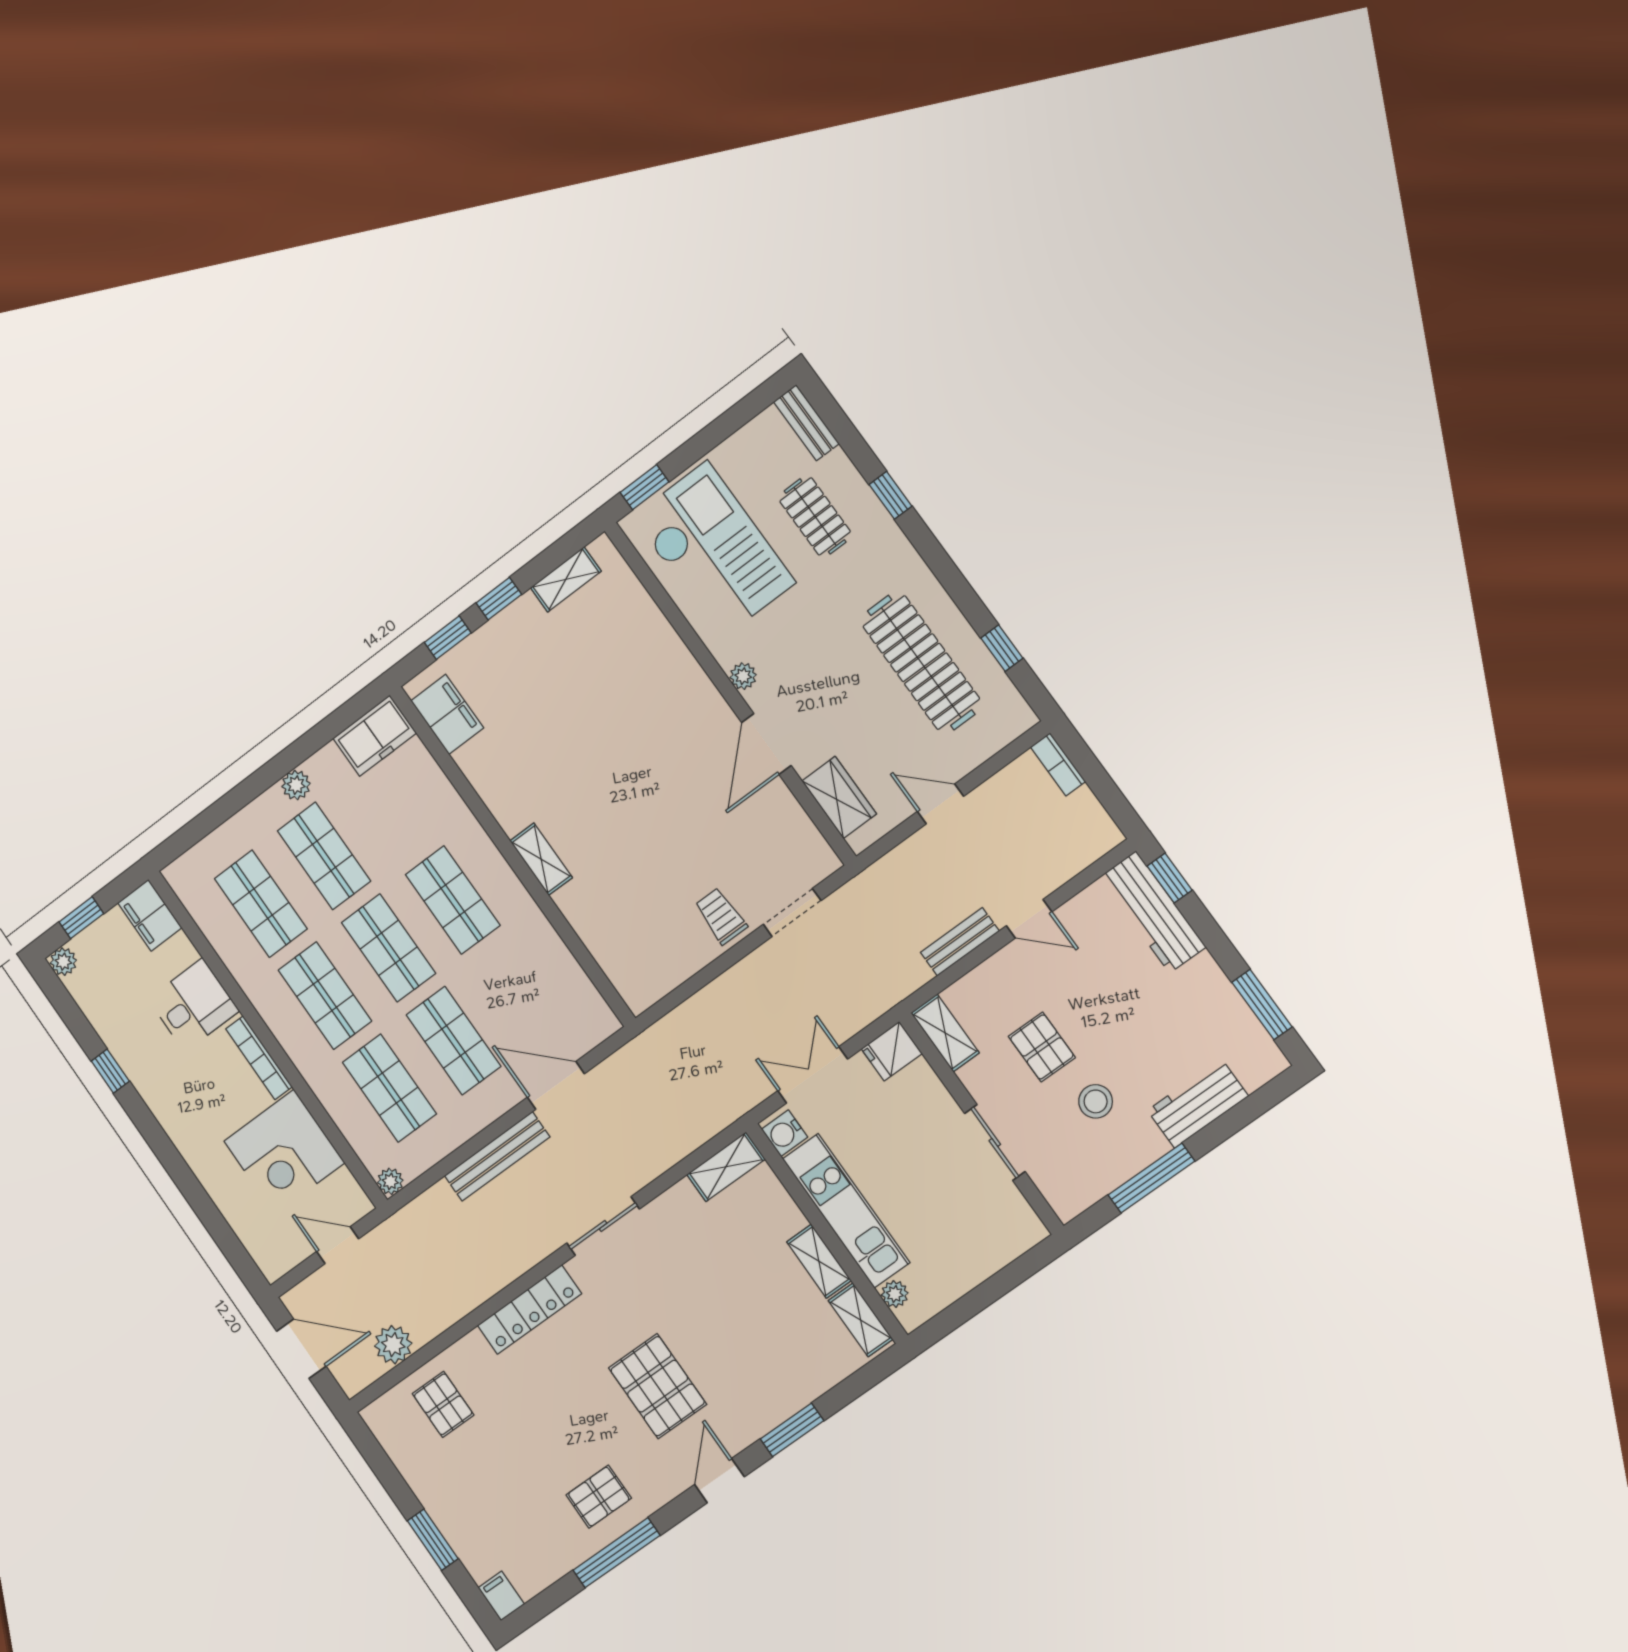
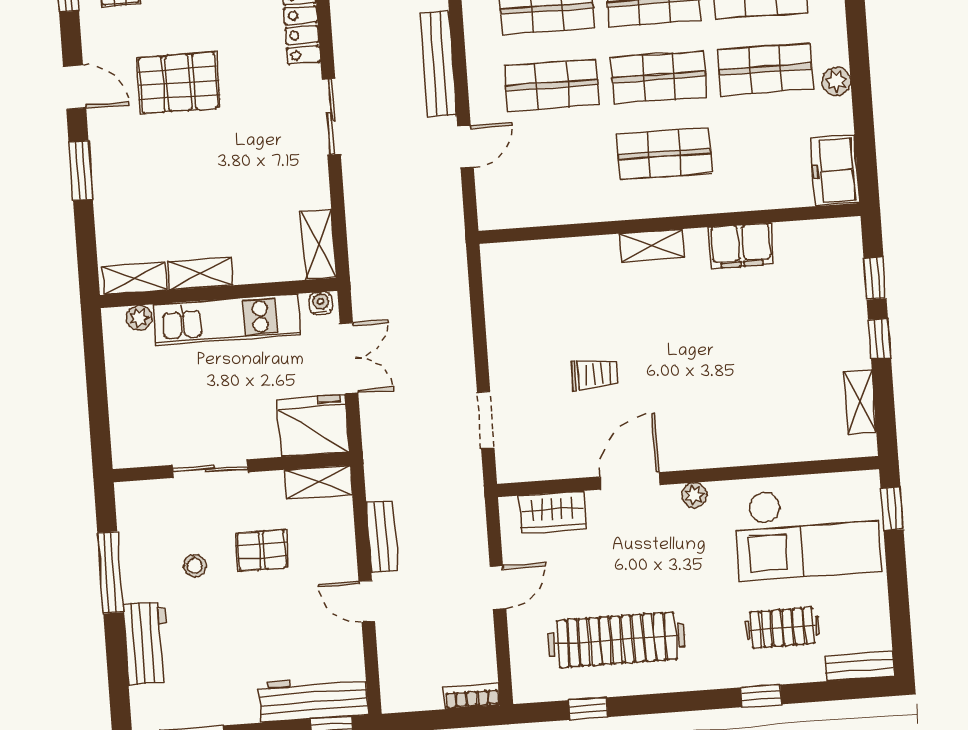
filing cabinet: (447, 714) -> (741, 246), moved
door: (766, 744) -> (630, 481), hinge flipped
trolley: (721, 916) -> (595, 374), moved
door: (1029, 919) -> (367, 601), hinge flipped
fridge: (892, 1051) -> (313, 426), width x1.88, depth x1.34
door: (556, 1085) -> (466, 147), width x0.73
stool: (1096, 1101) -> (195, 566), width x0.73, depth x0.73
water cooler: (785, 1133) -> (321, 303), width x0.72, depth x0.72

